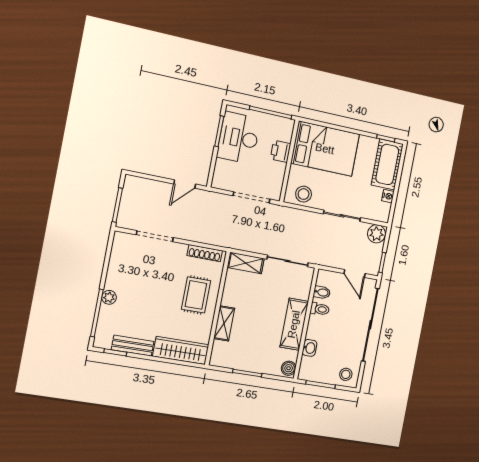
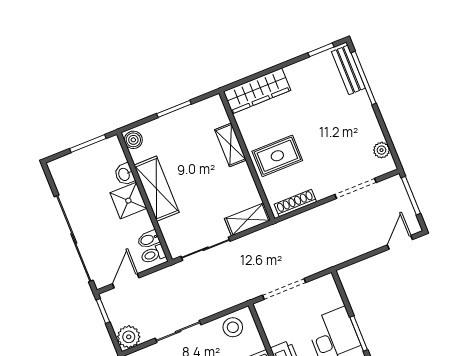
door: (185, 184) -> (400, 242), moved
door: (355, 273) -> (126, 281), hinge flipped
rug: (196, 295) -> (277, 156), turned 90
plant: (109, 297) -> (382, 150), moved
toilet: (320, 309) -> (153, 254), moved
shower: (318, 328) -> (128, 201), added
bench: (133, 346) -> (348, 70), moved, turned 90
stool: (346, 374) -> (67, 170), removed

